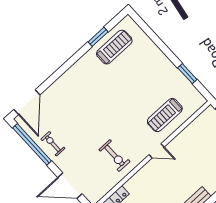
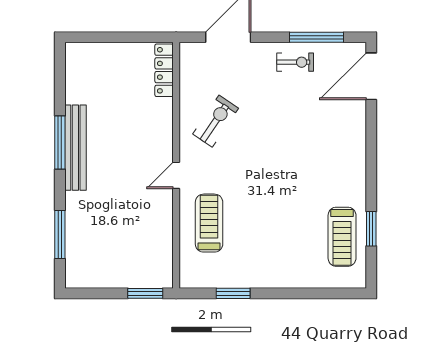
door: (27, 102) -> (371, 76), hinge flipped
window: (32, 144) -> (317, 37), width x0.68
exercise bike: (114, 156) -> (216, 121), turned 124

